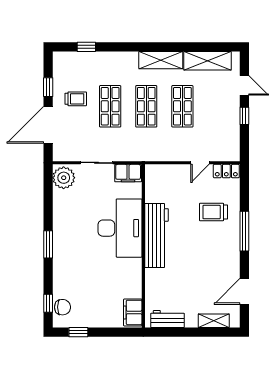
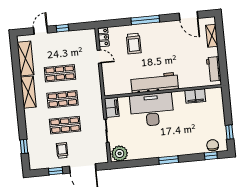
filing cabinet: (133, 312) -> (195, 96), moved

